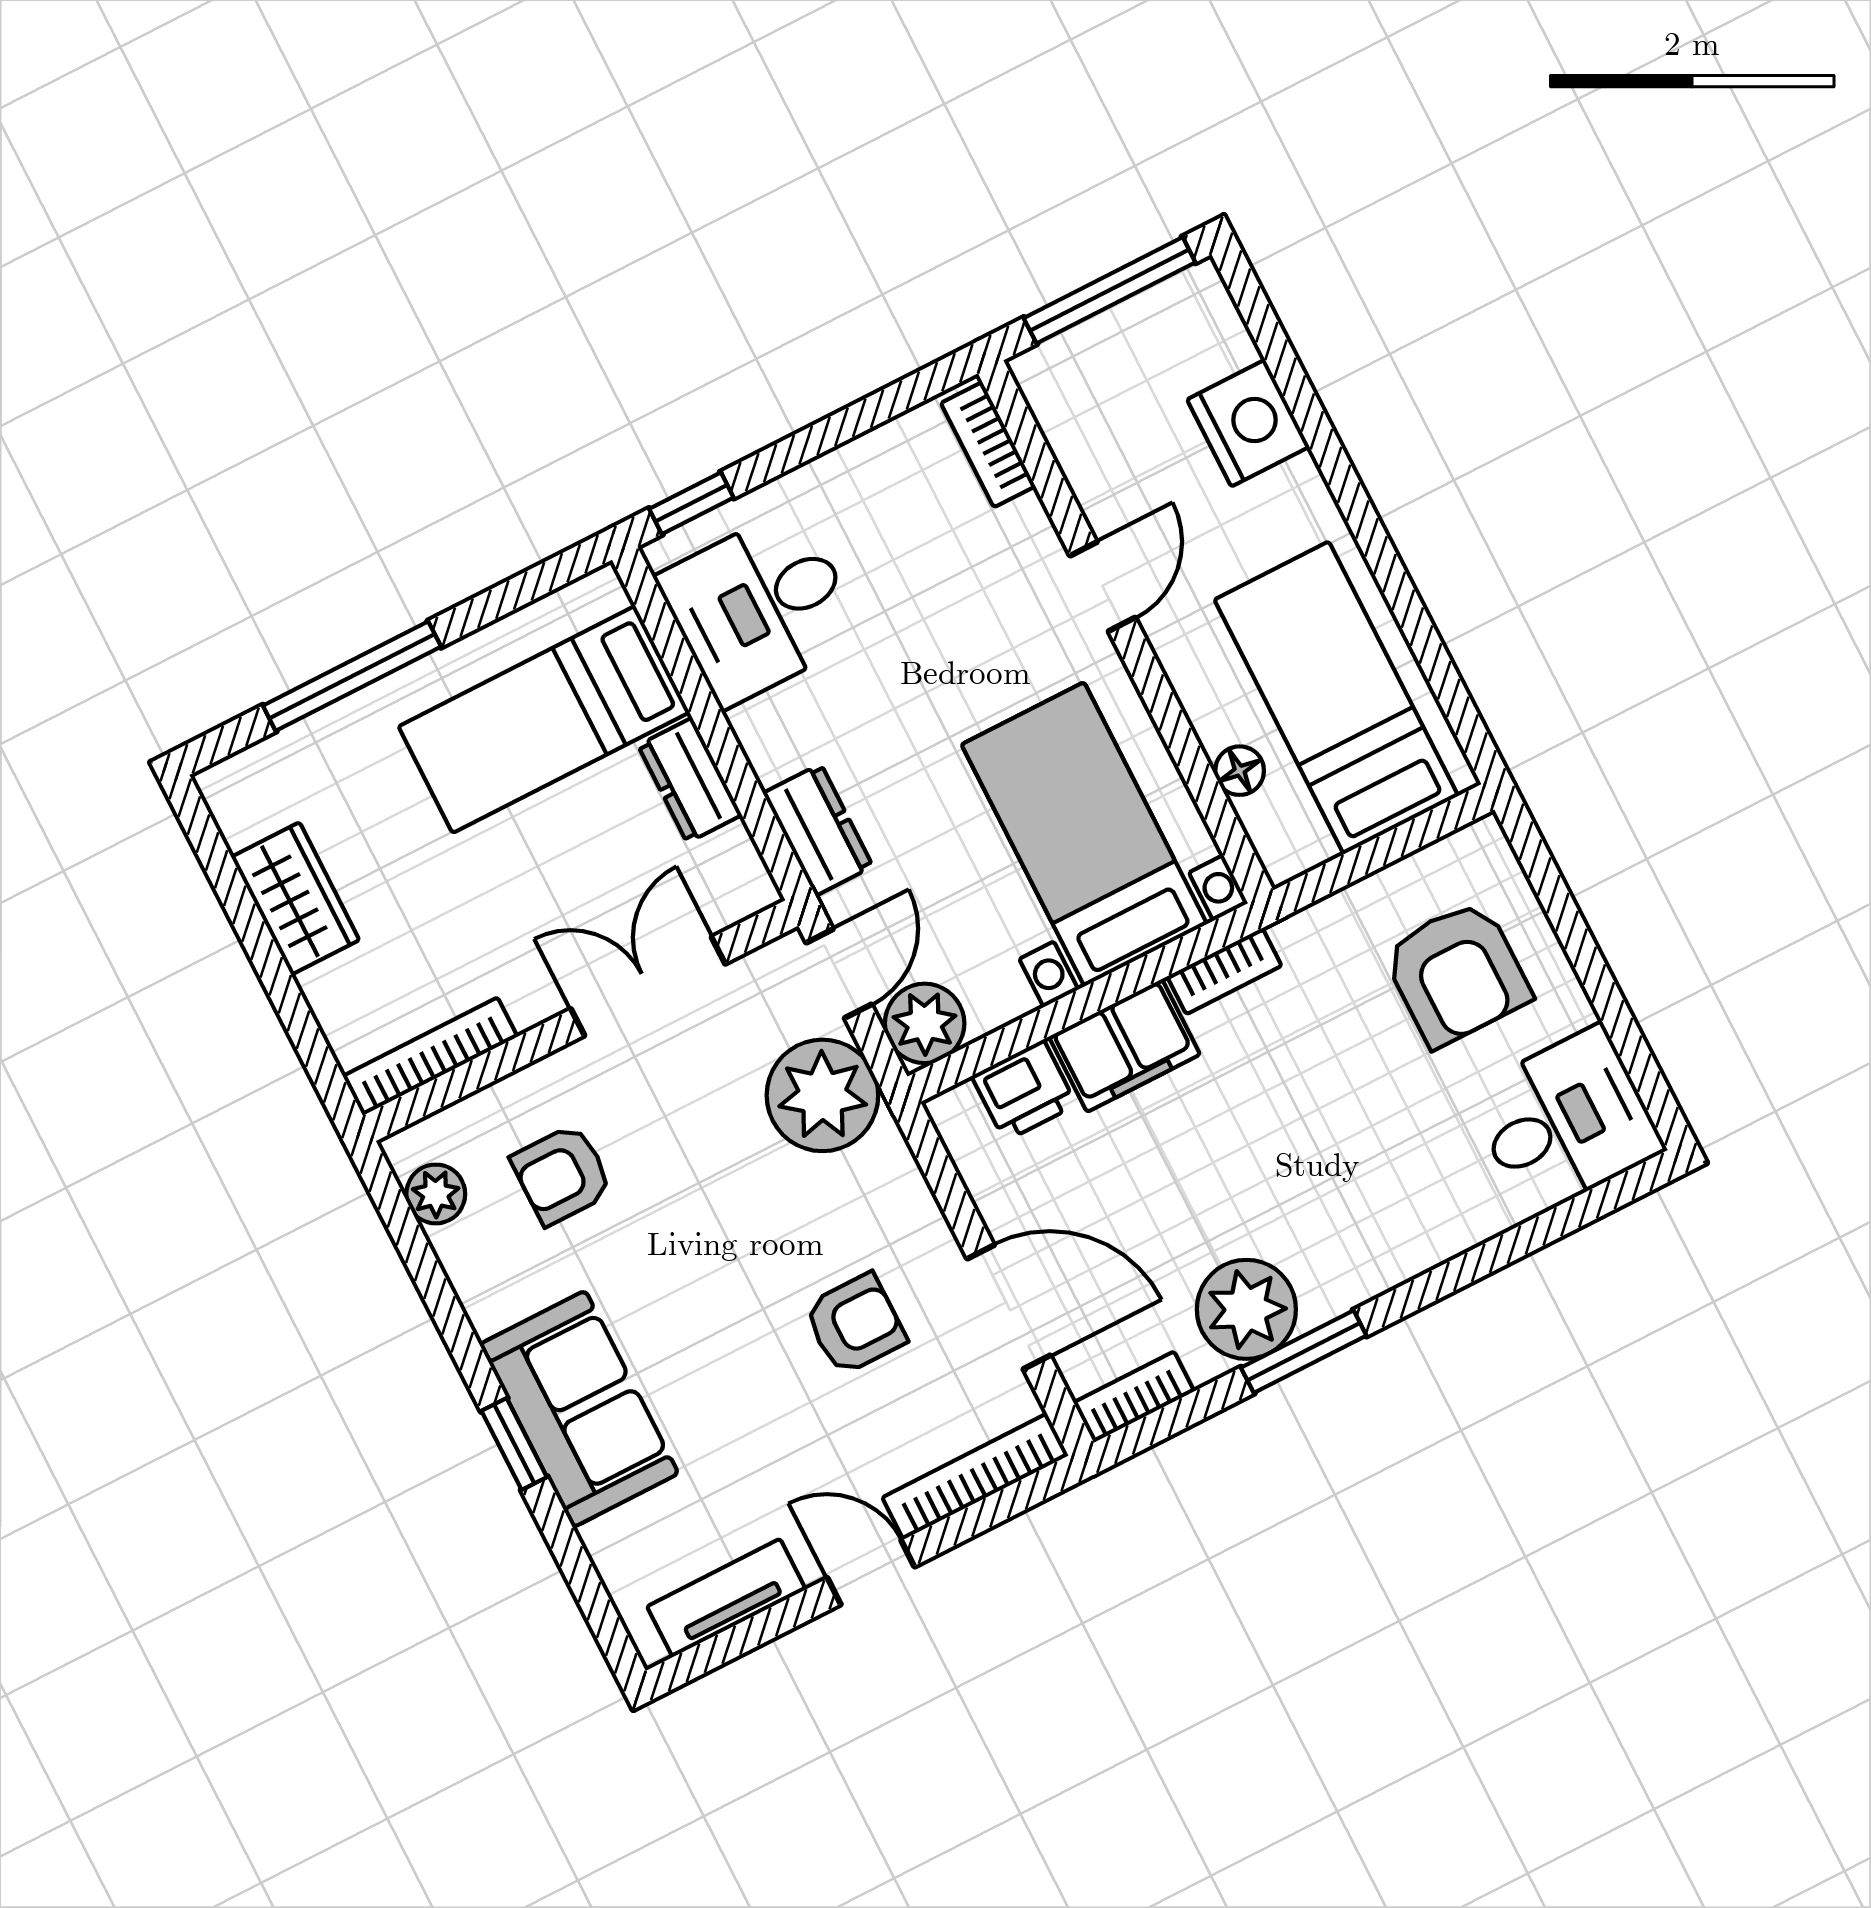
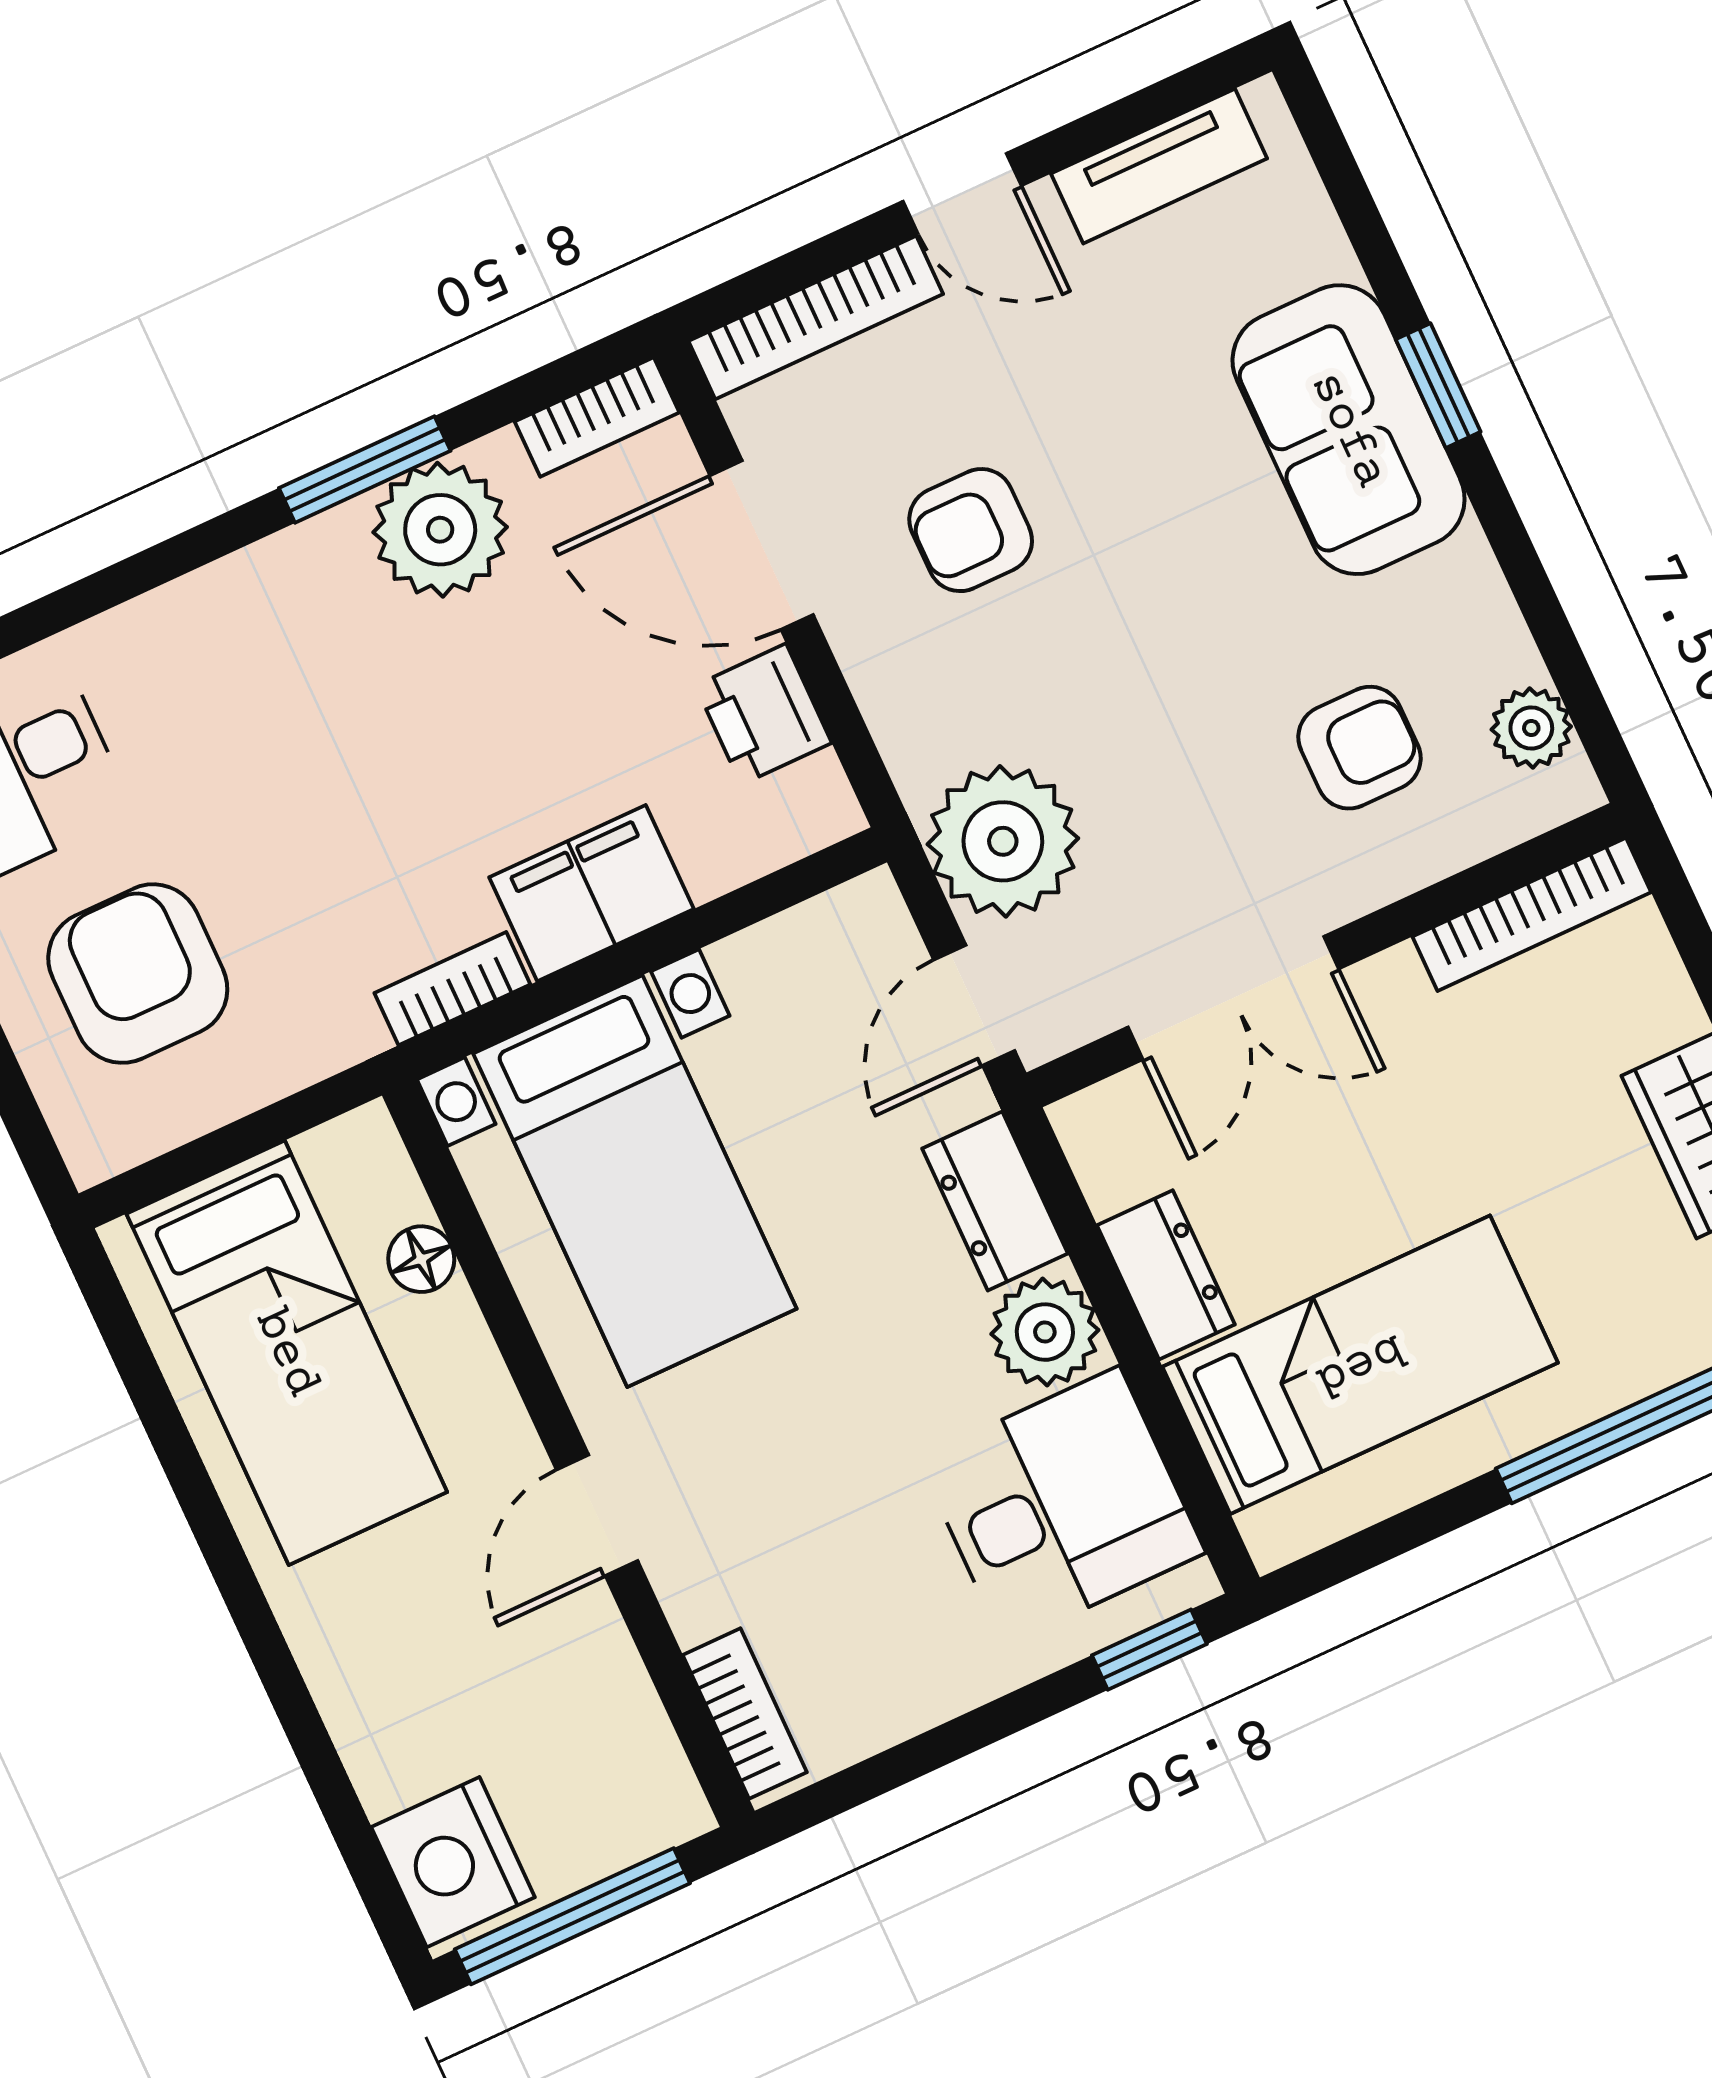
nightstand: (1248, 423) -> (453, 1862), moved
plant: (925, 1023) -> (1045, 1332), moved
printer: (1024, 1090) -> (764, 714), moved, turned -90

